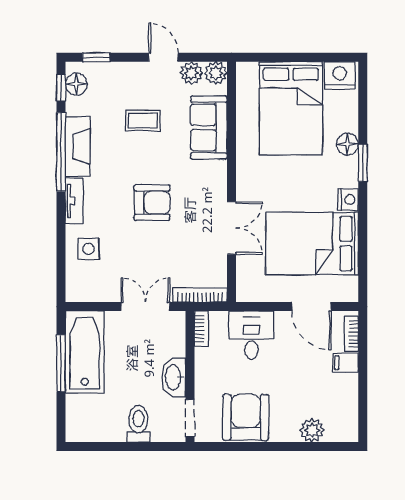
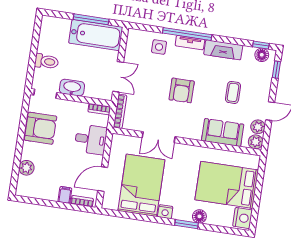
window: (61, 152) -> (187, 34), moved

